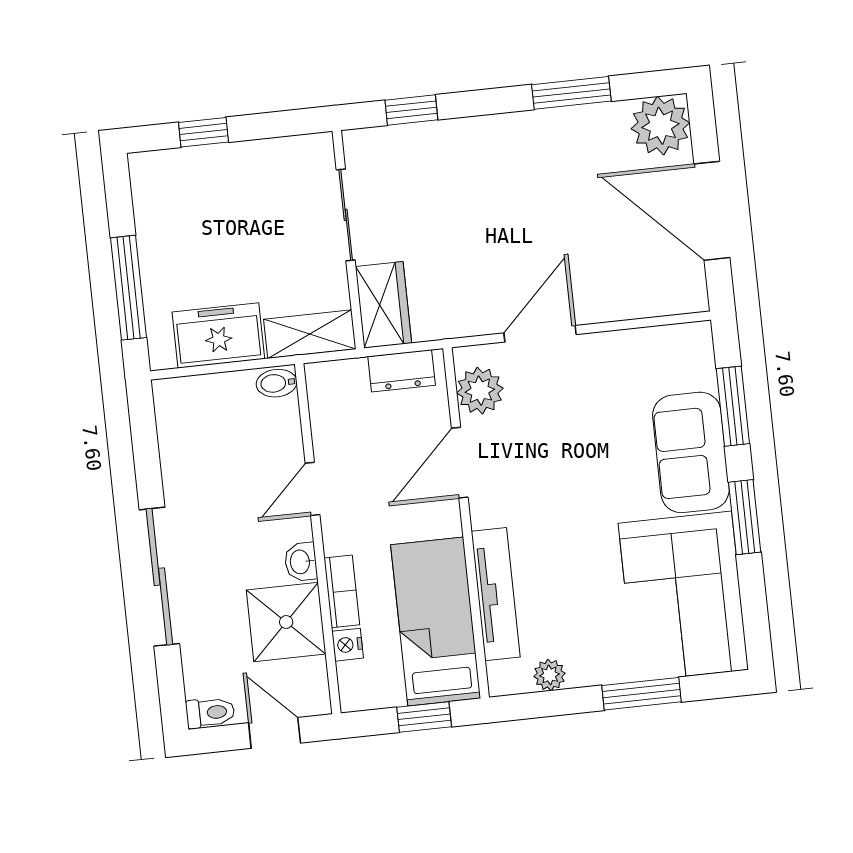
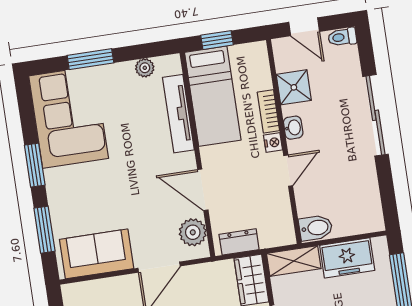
bidet: (277, 383) -> (316, 228), width x1.38, depth x1.36
sofa: (691, 452) -> (97, 254), moved, turned -90
door: (460, 463) -> (203, 190), swing flipped
shower: (286, 622) -> (294, 87), width x0.73, depth x0.73
nightstand: (348, 645) -> (273, 142), moved

